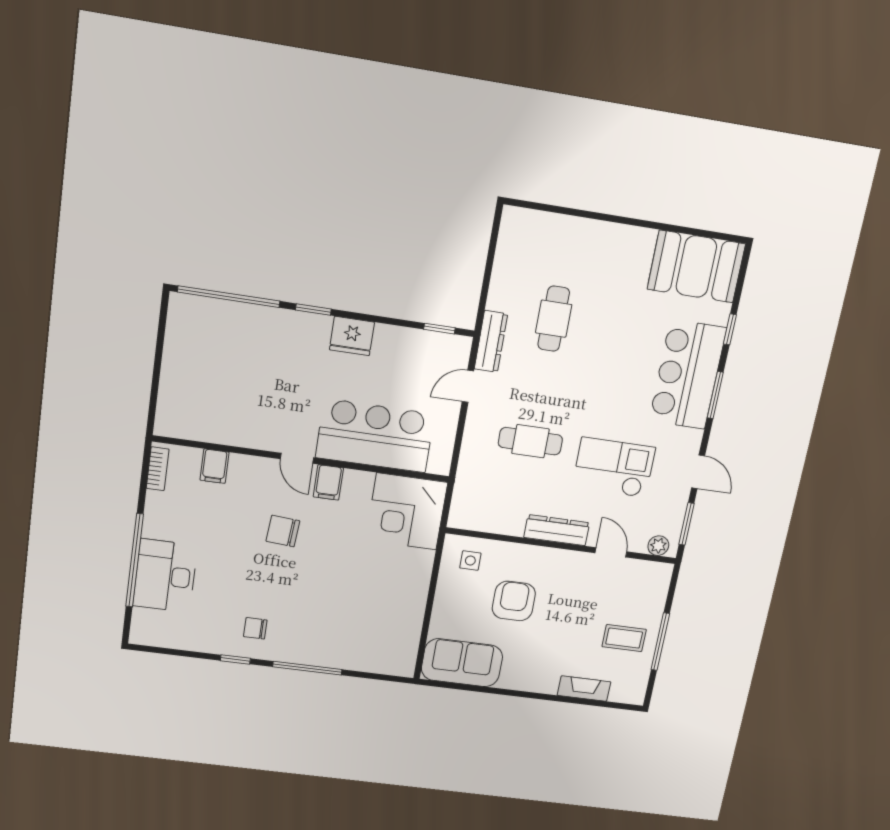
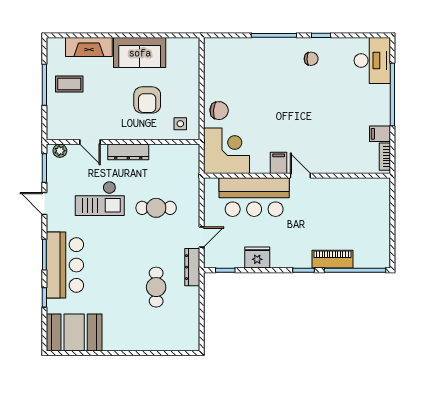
piano: (263, 320) -> (333, 259), added
fridge: (352, 336) -> (257, 258), moved
filing cabinet: (214, 466) -> (380, 134), moved, turned -90
chair: (283, 531) -> (219, 111), moved
desk: (165, 576) -> (372, 61), moved
sofa: (462, 663) -> (140, 53), moved
fireplace: (584, 689) -> (89, 47), width x1.37, depth x1.32

